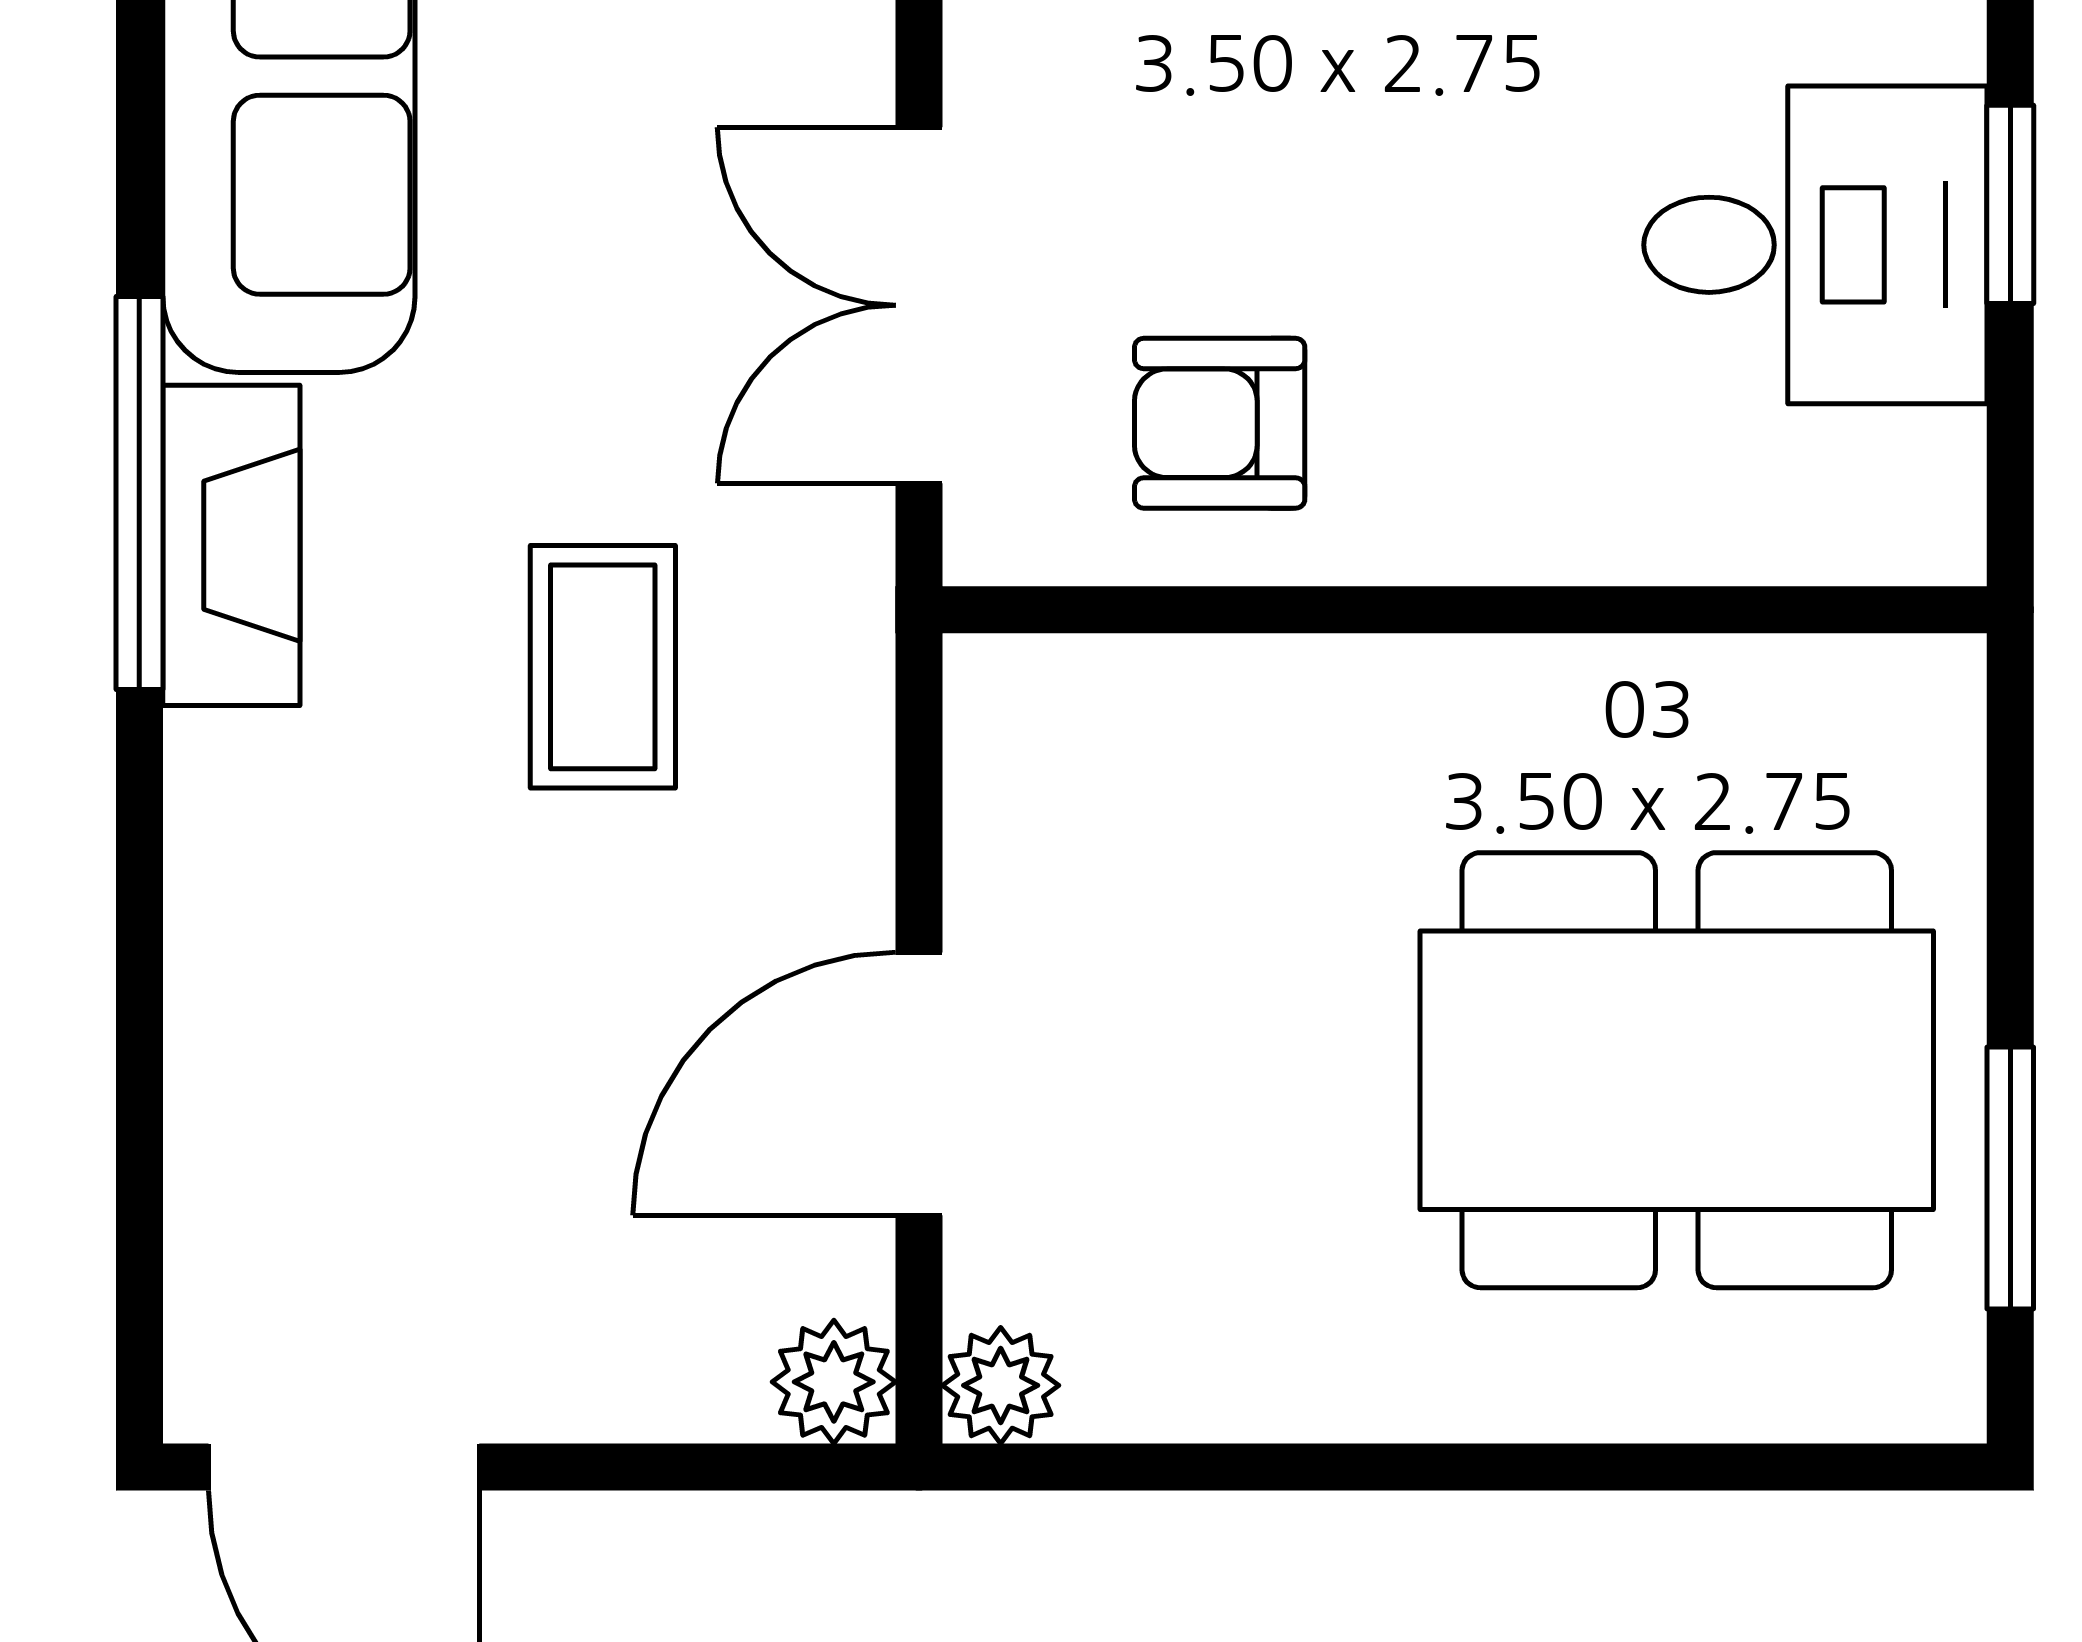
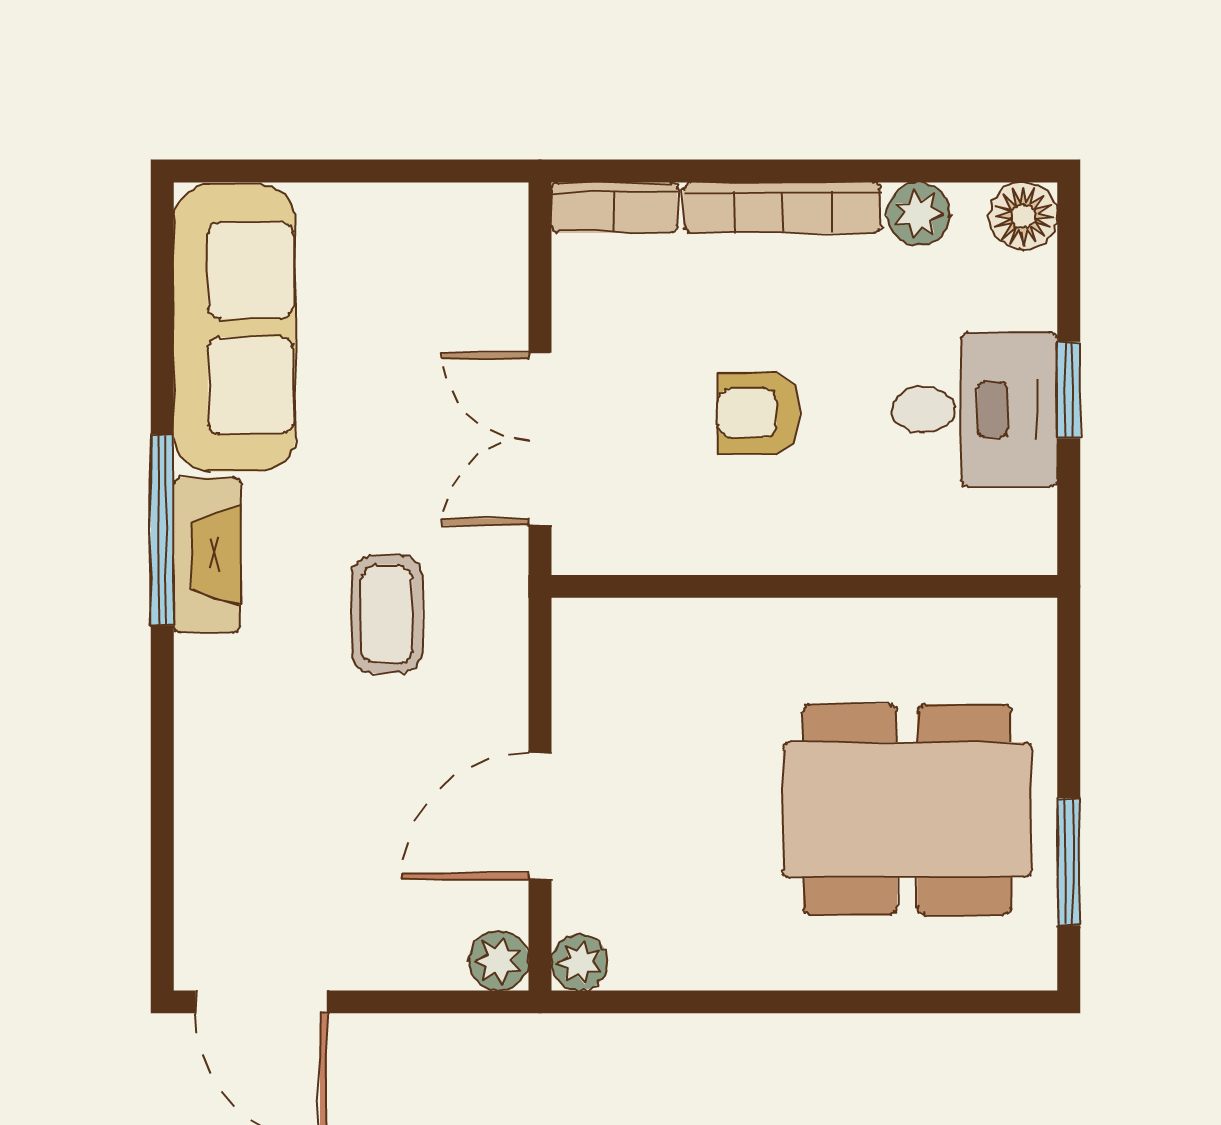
armchair: (1220, 423) -> (758, 413), moved

